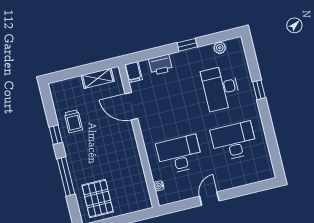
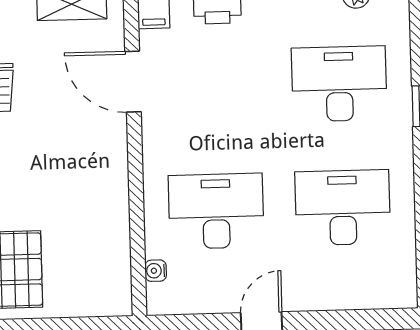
desk: (221, 88) -> (339, 84), turned 90

